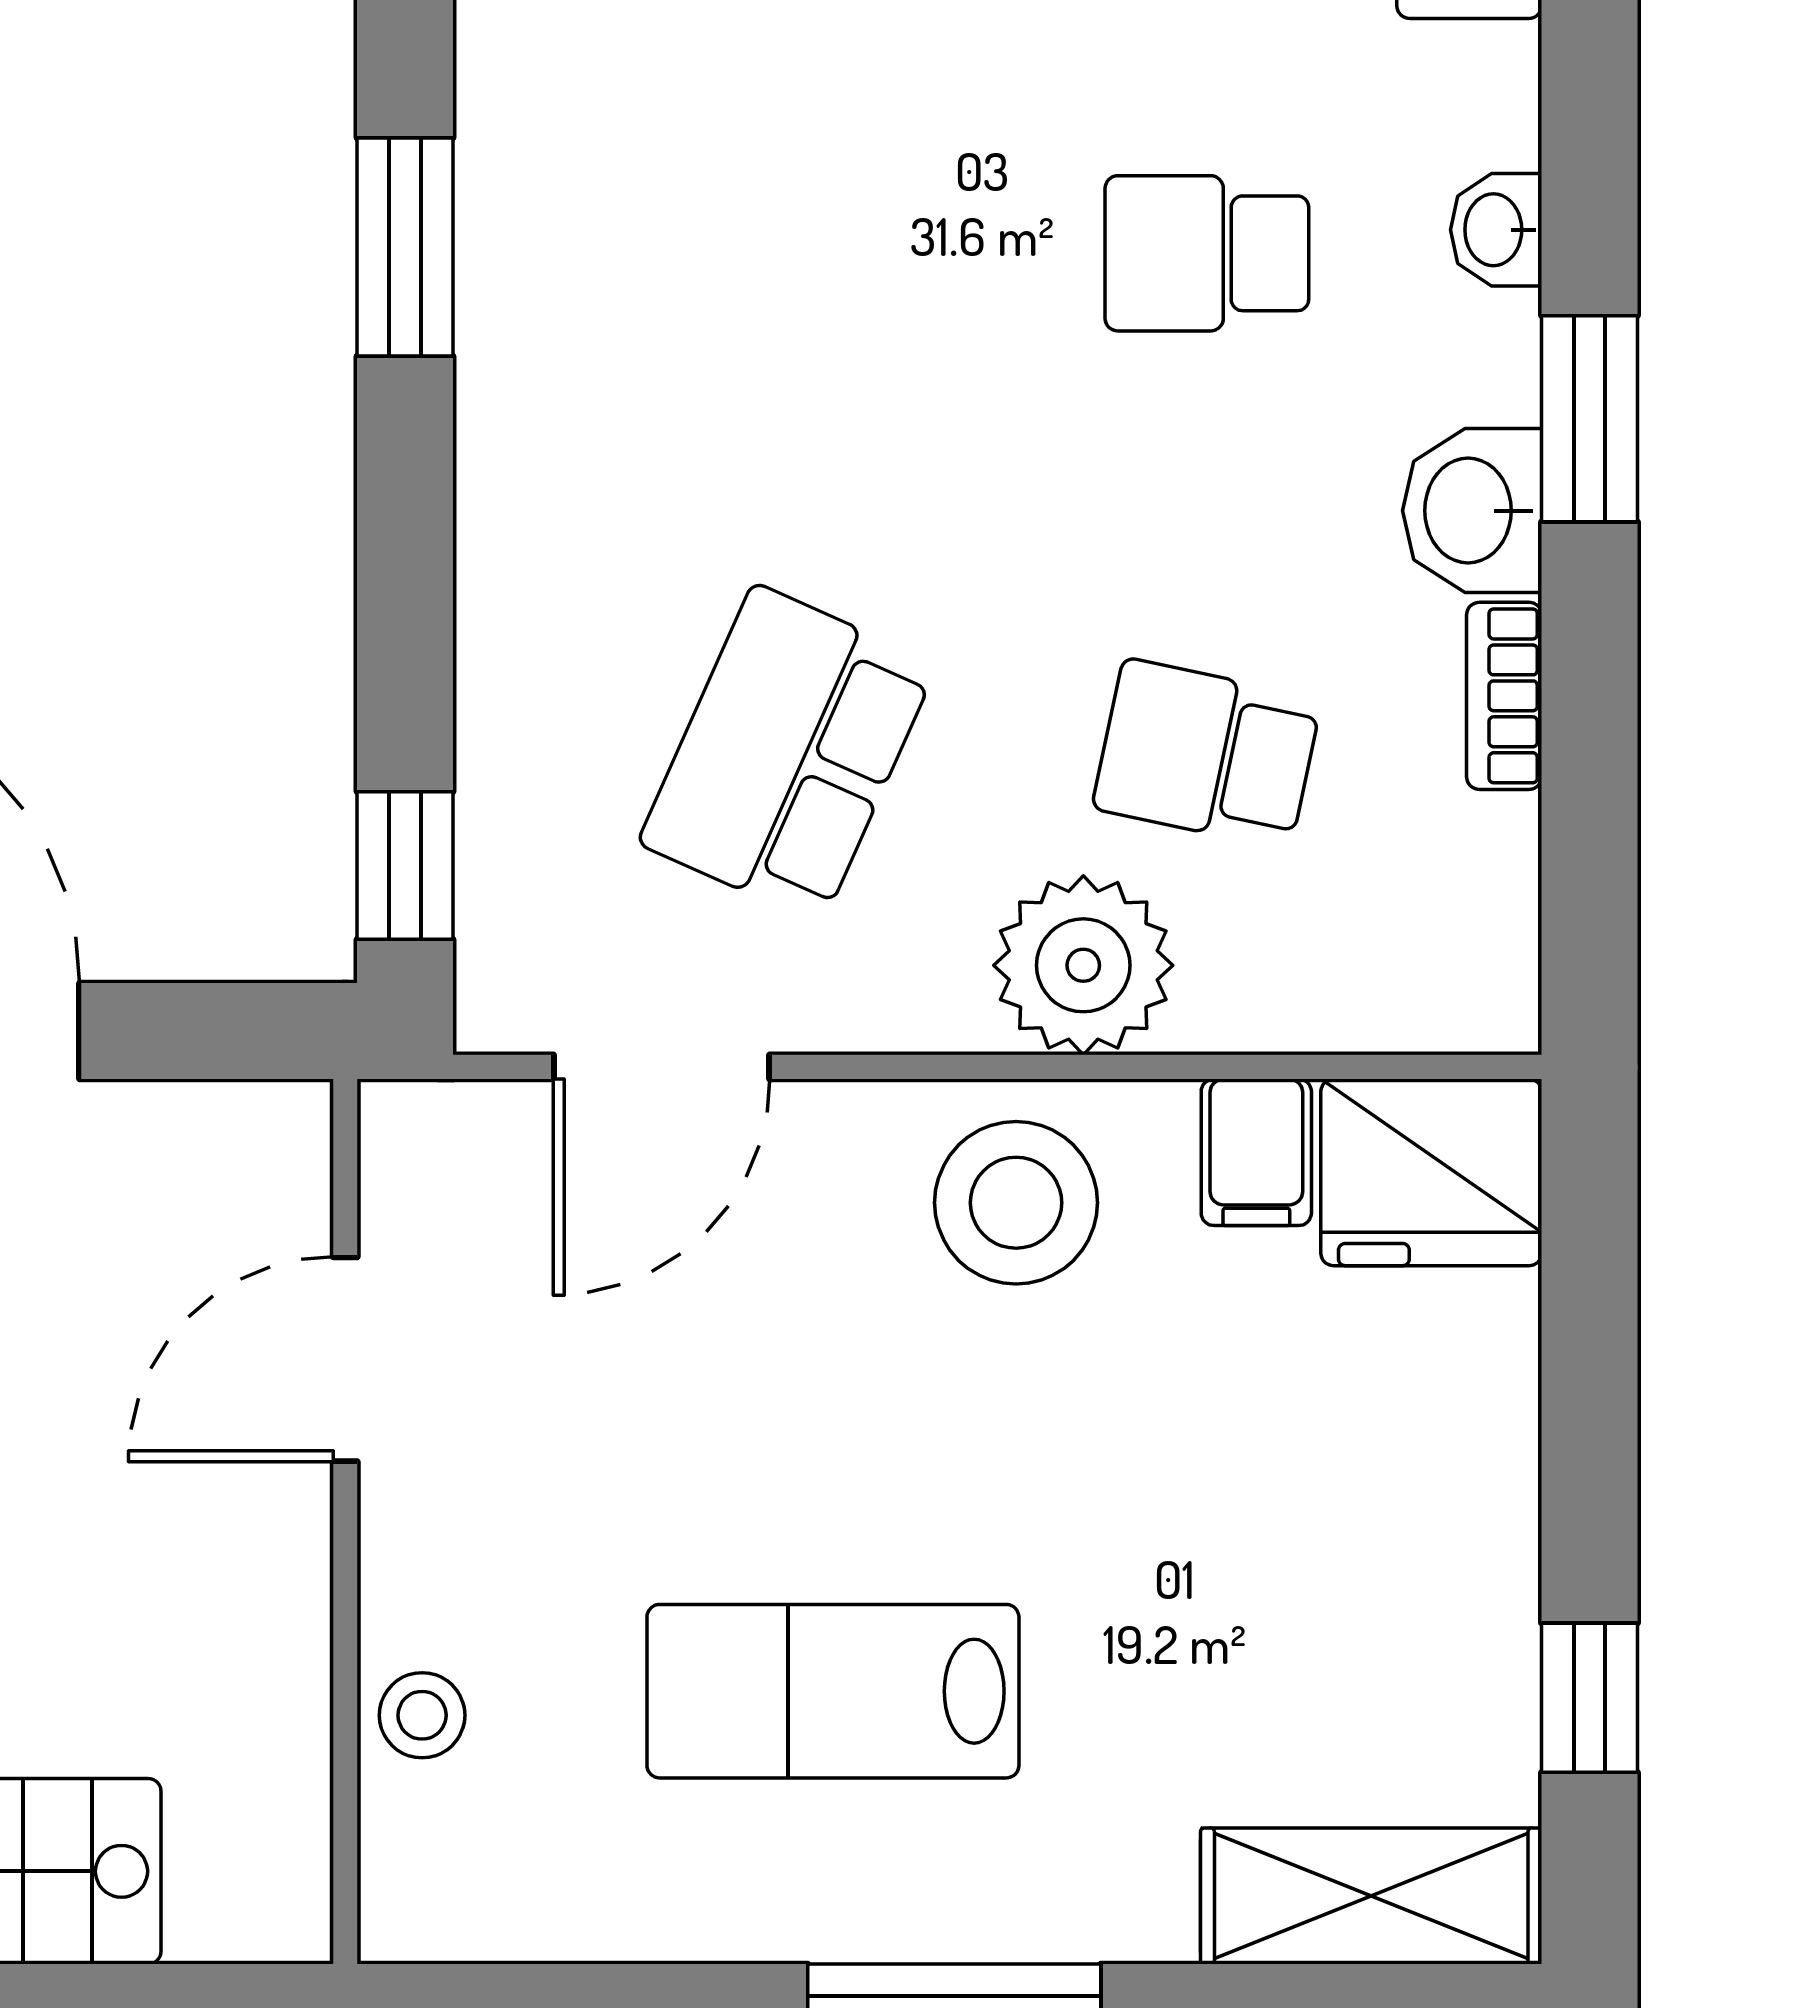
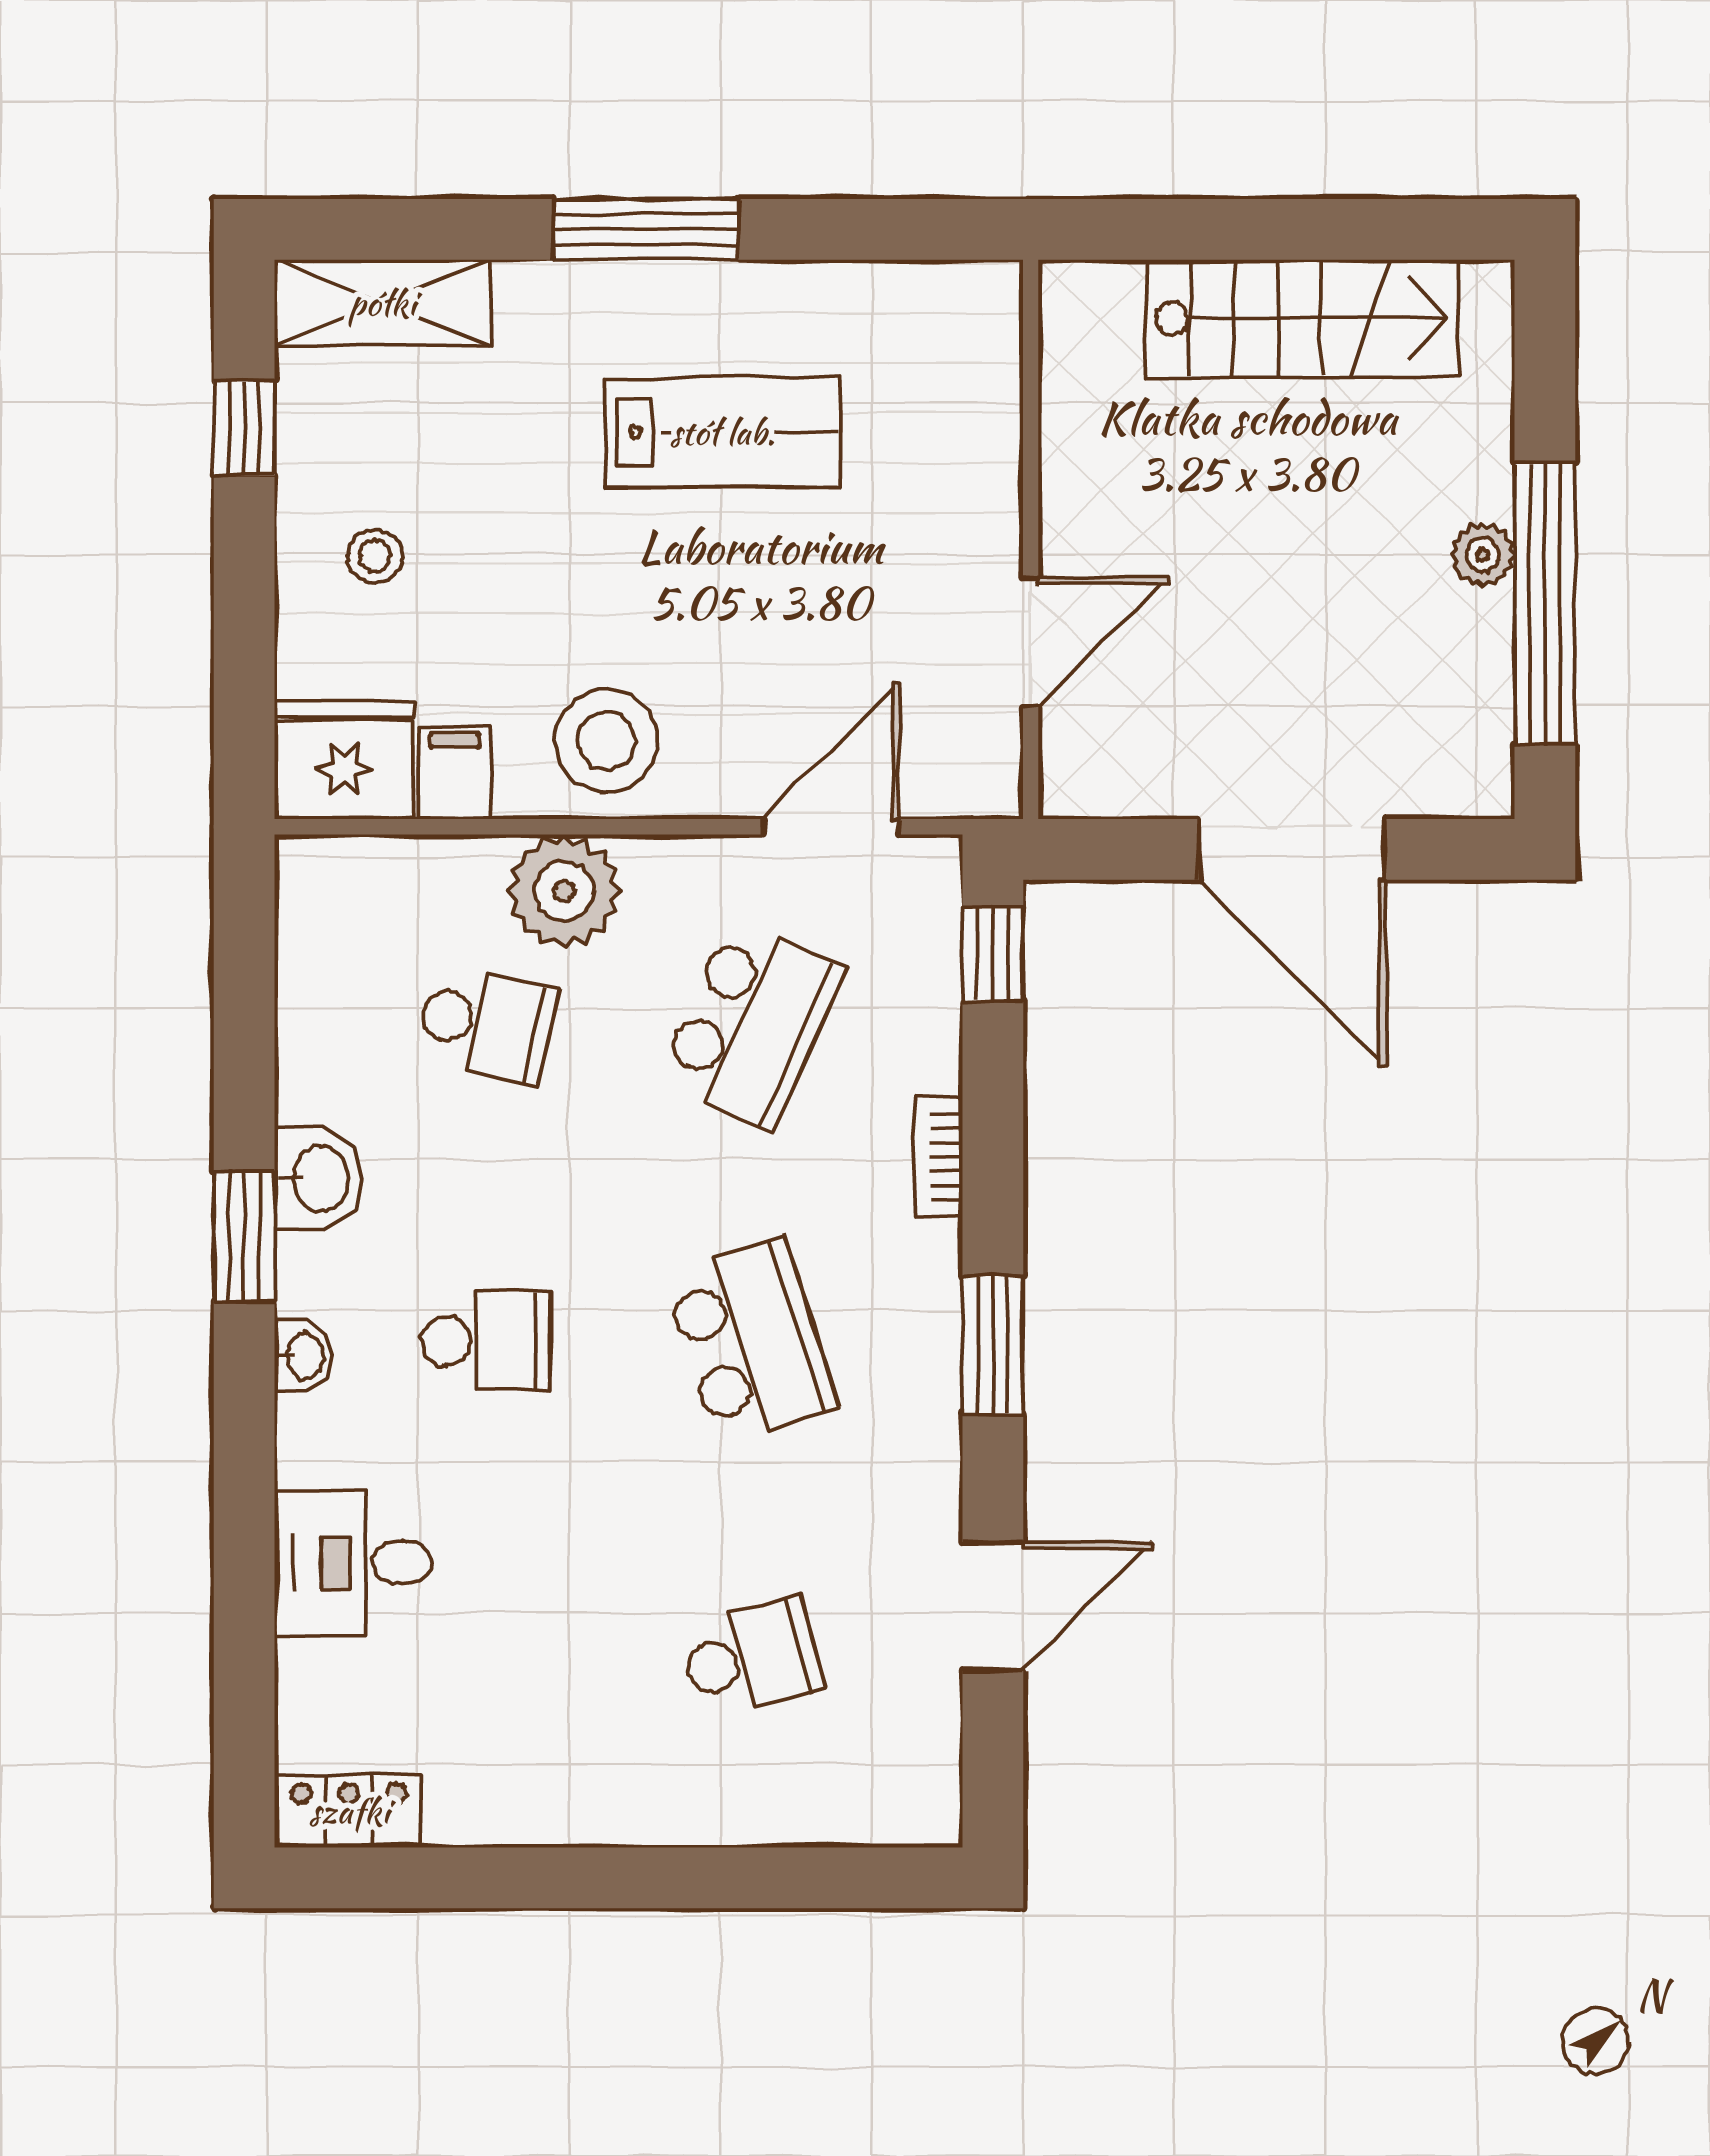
school desk: (788, 253) -> (751, 1341), added
bookcase: (1504, 696) -> (939, 1157), moved, turned 180
stool: (422, 1715) -> (375, 556), moved

